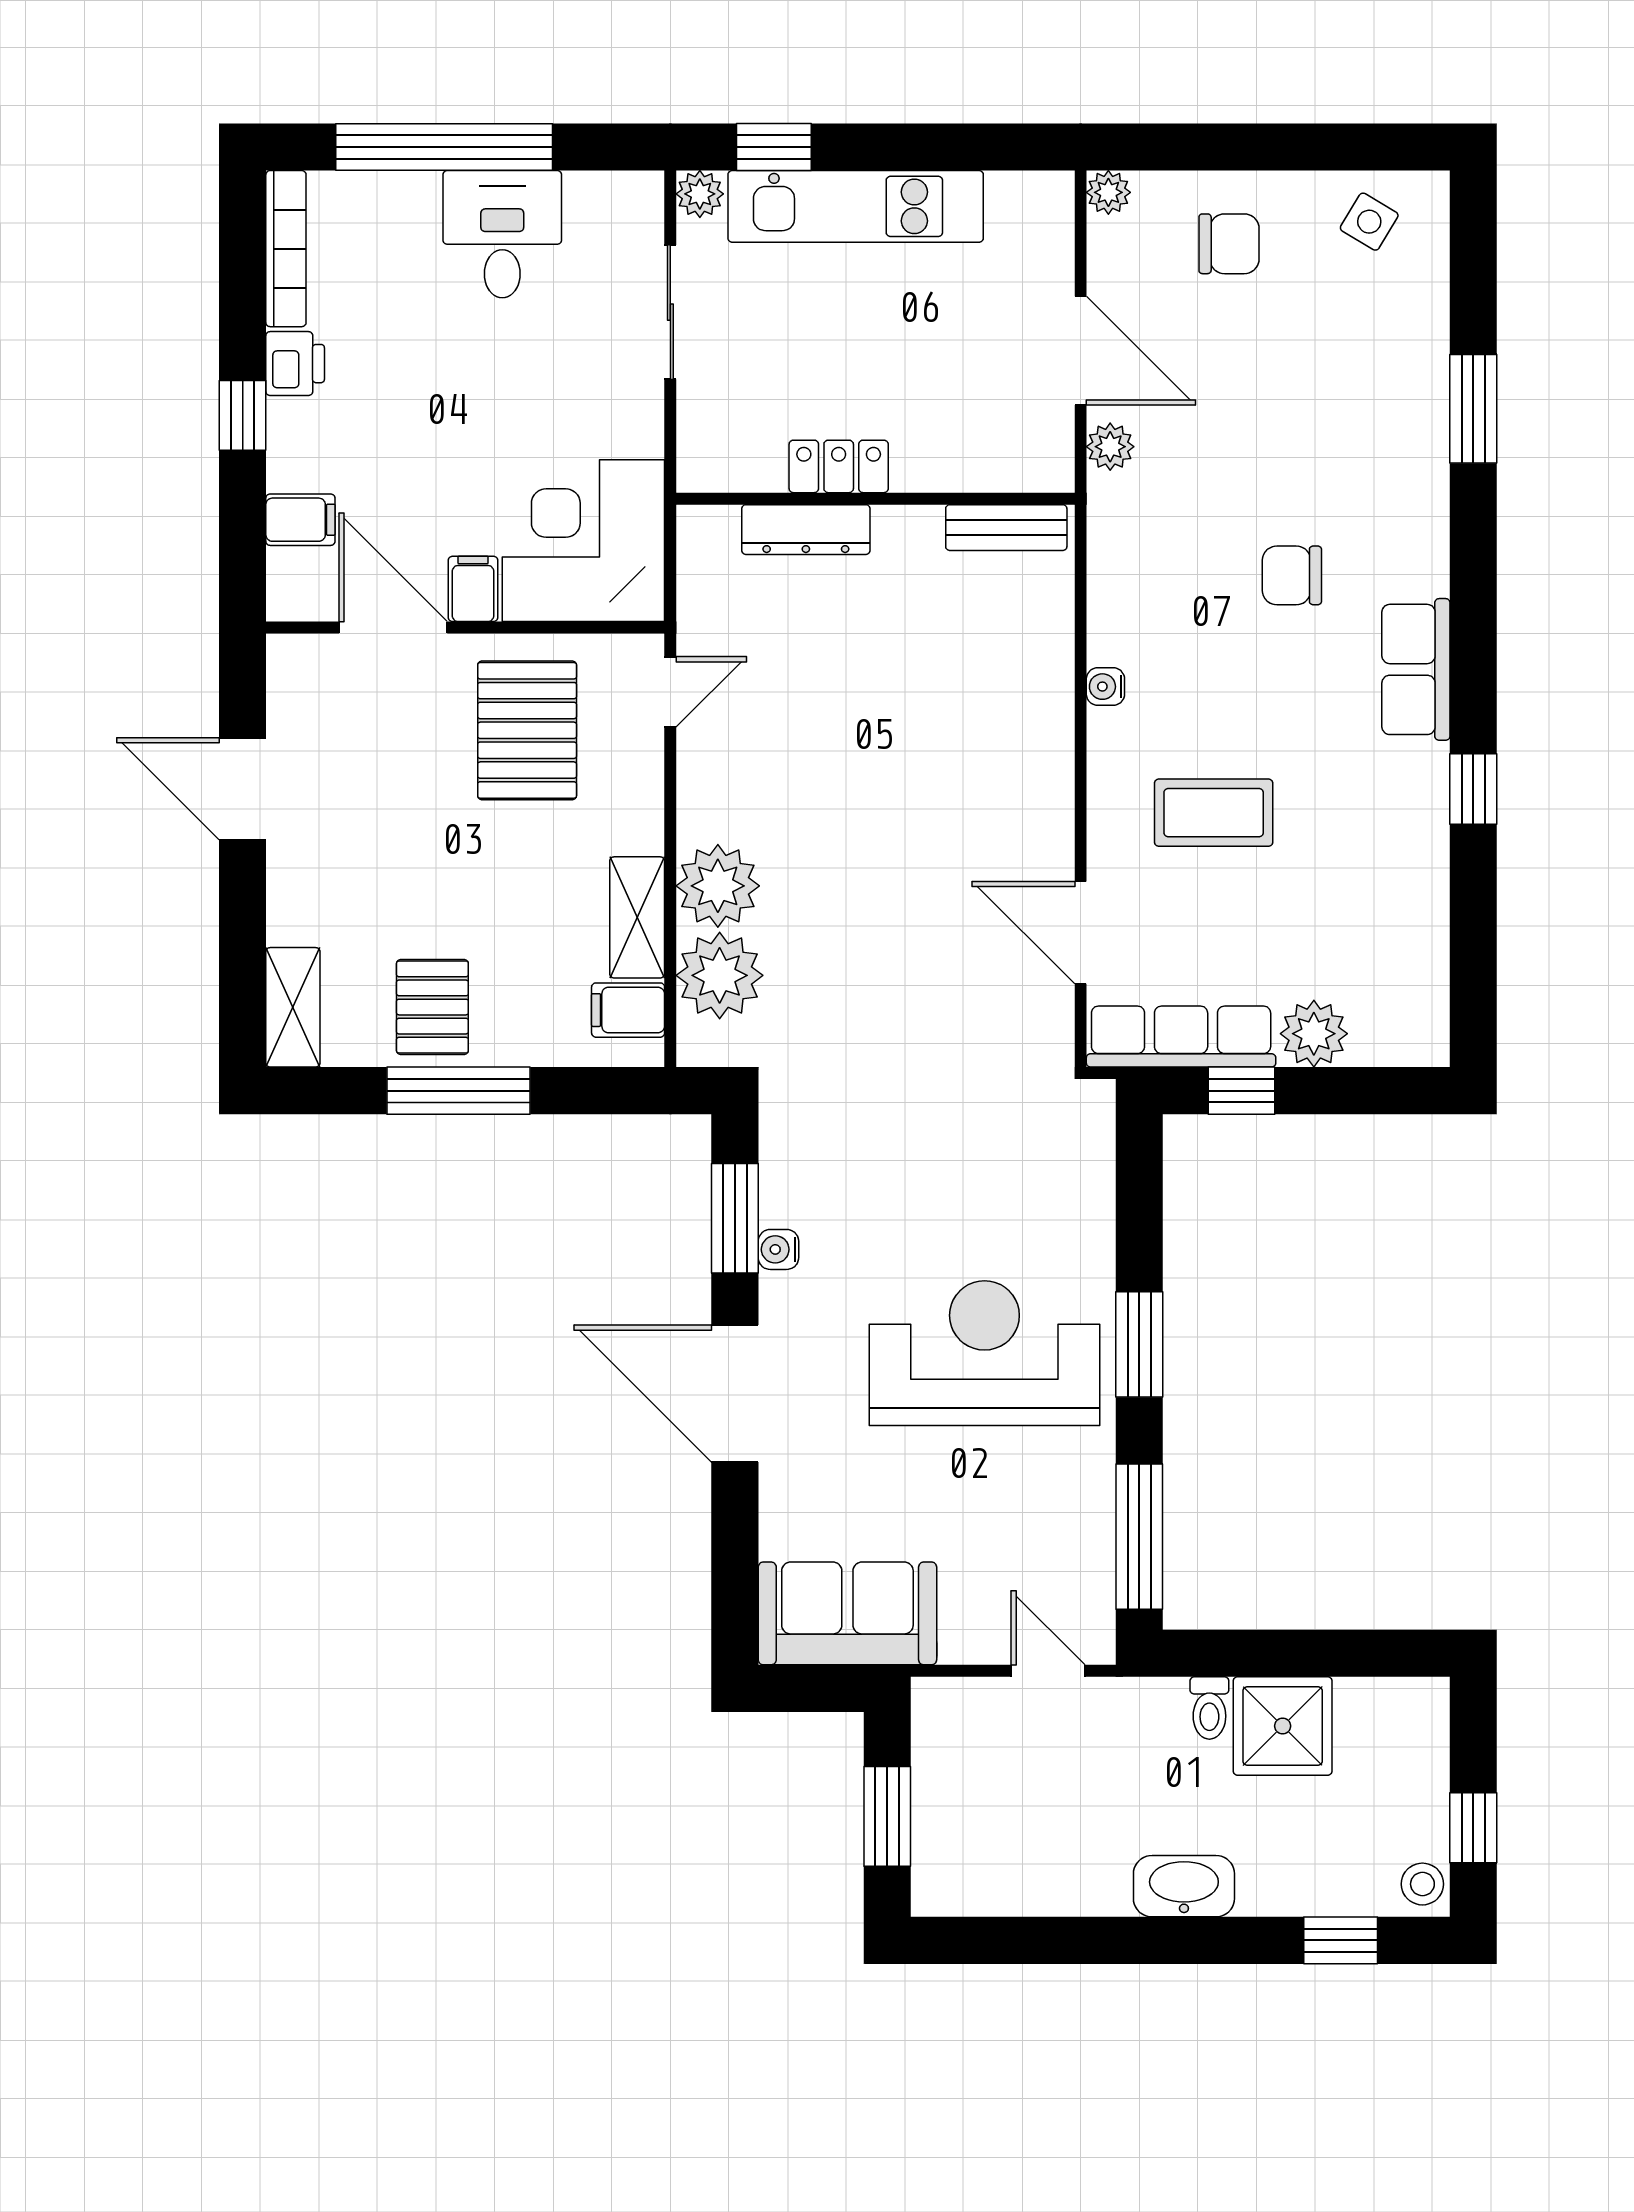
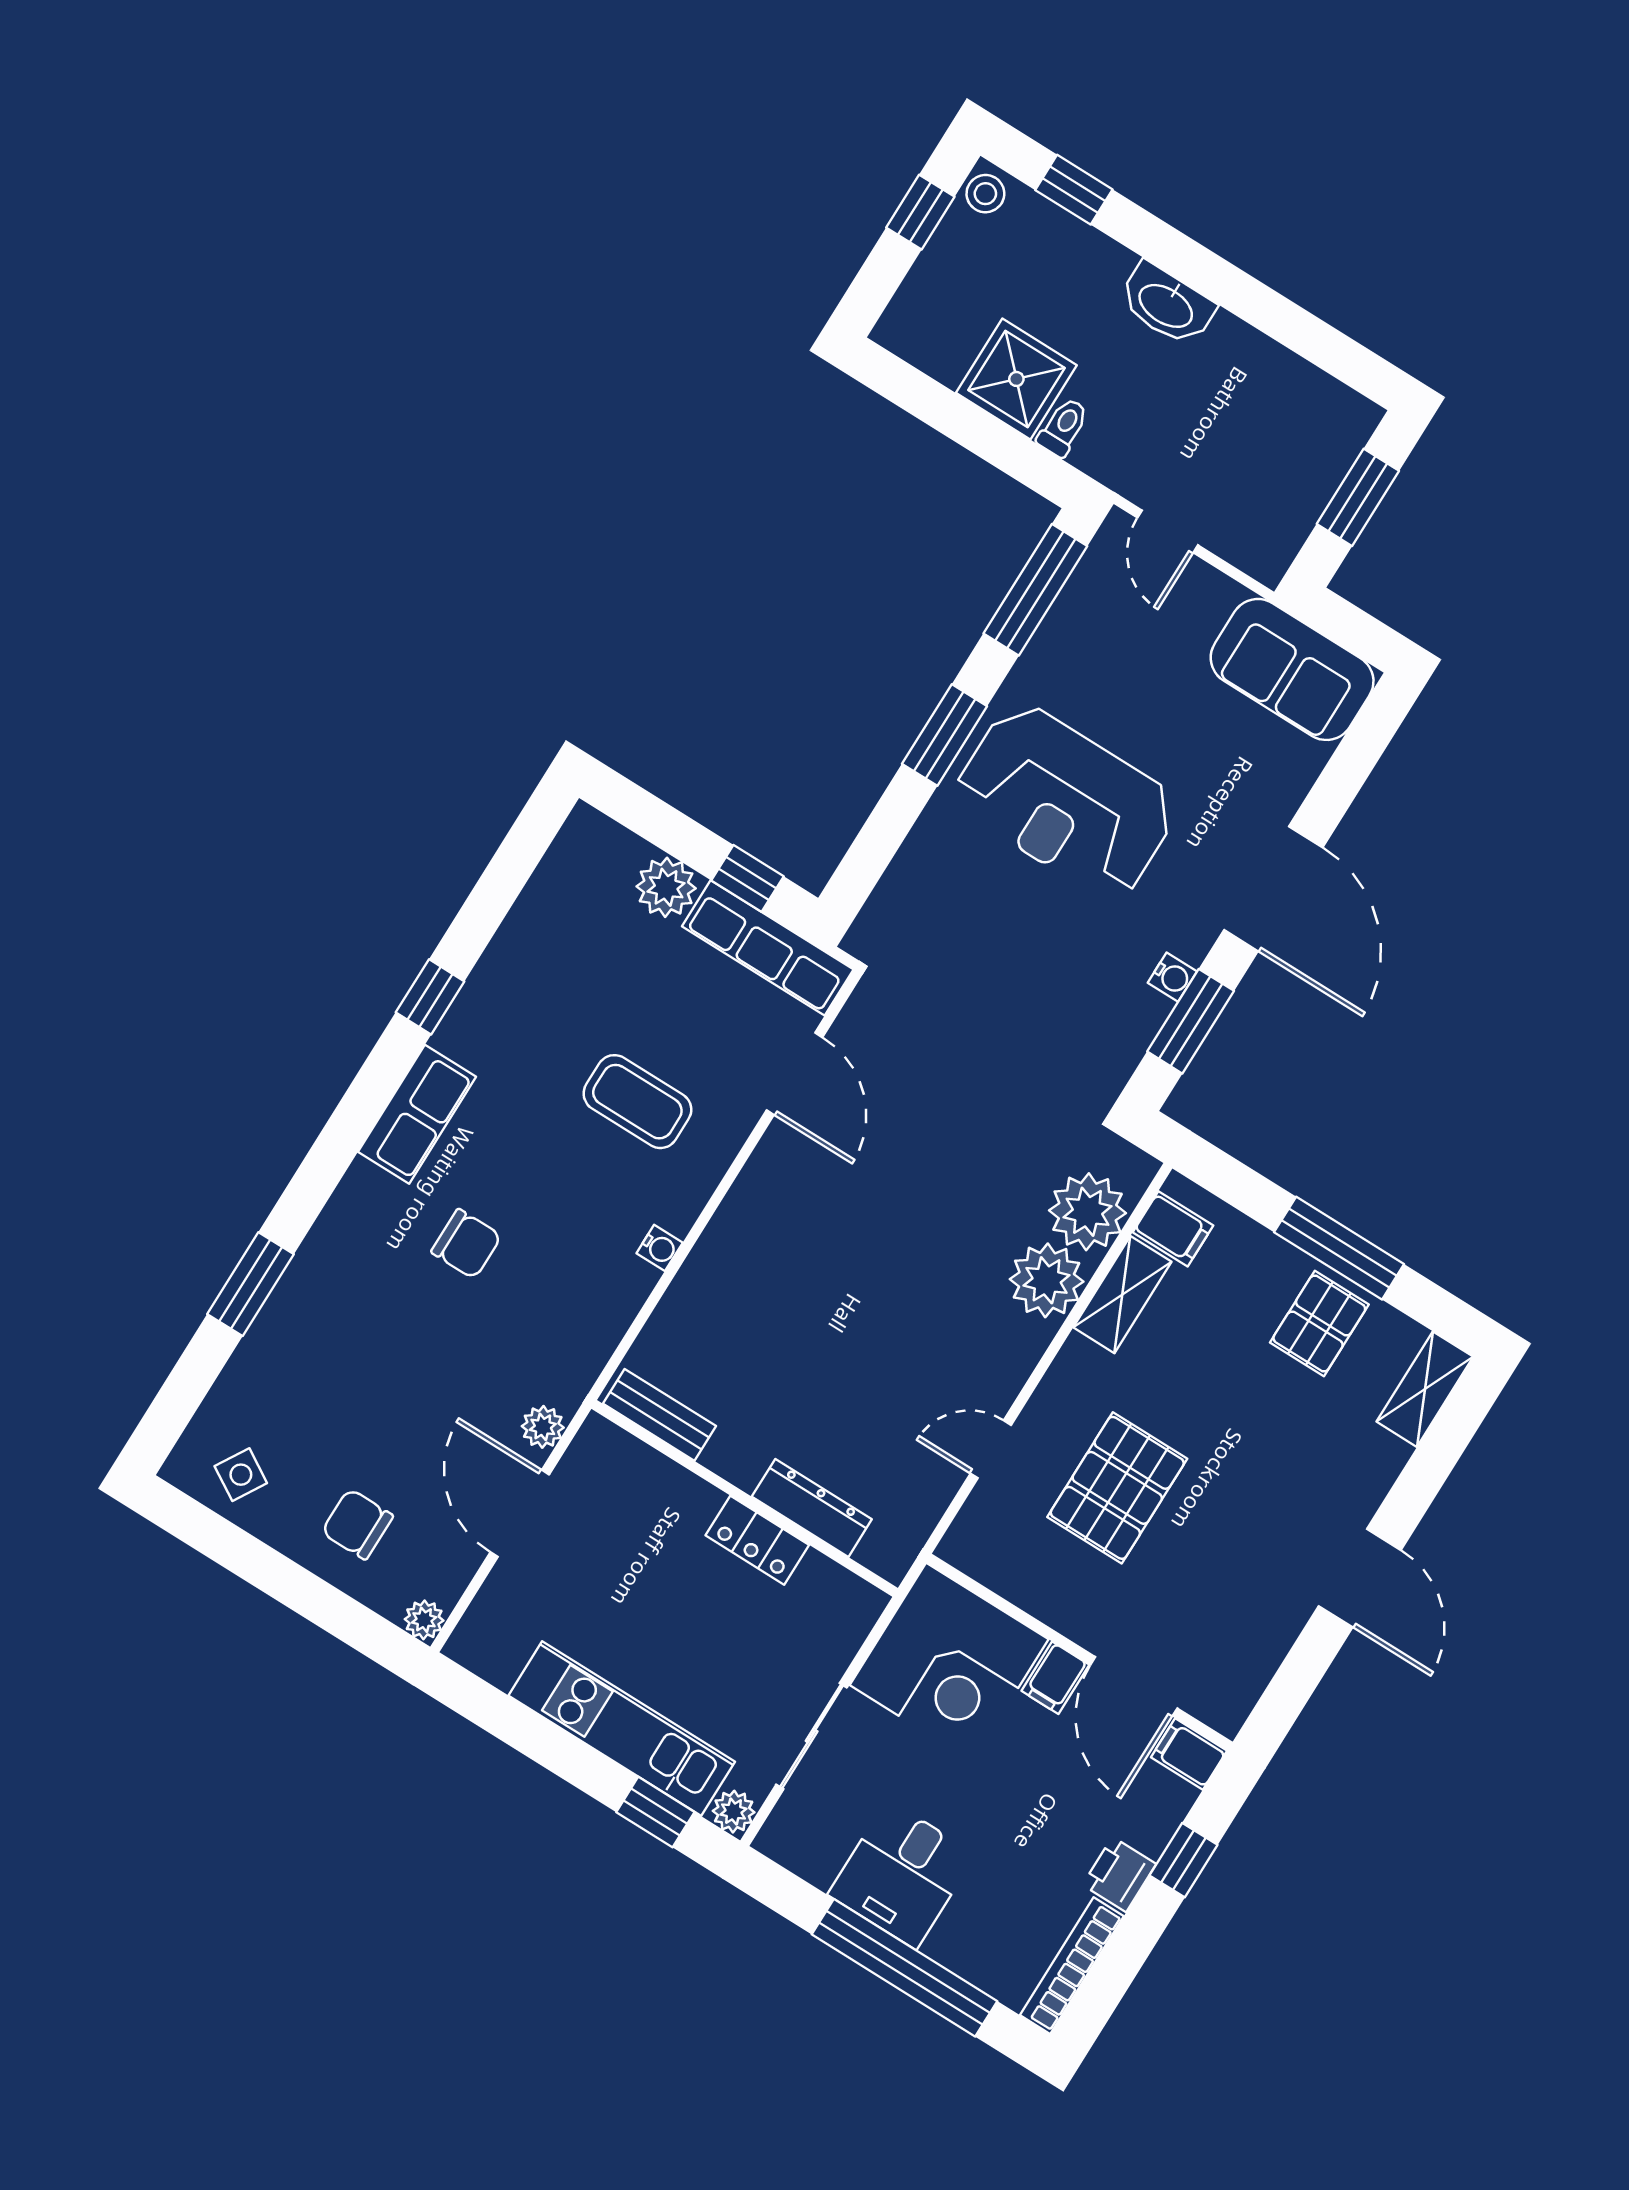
corner desk: (583, 541) -> (949, 1662), moved
filing cabinet: (473, 589) -> (1055, 1678), moved
door: (393, 628) -> (1134, 1686), moved
wall: (465, 628) -> (1079, 1652), moved

